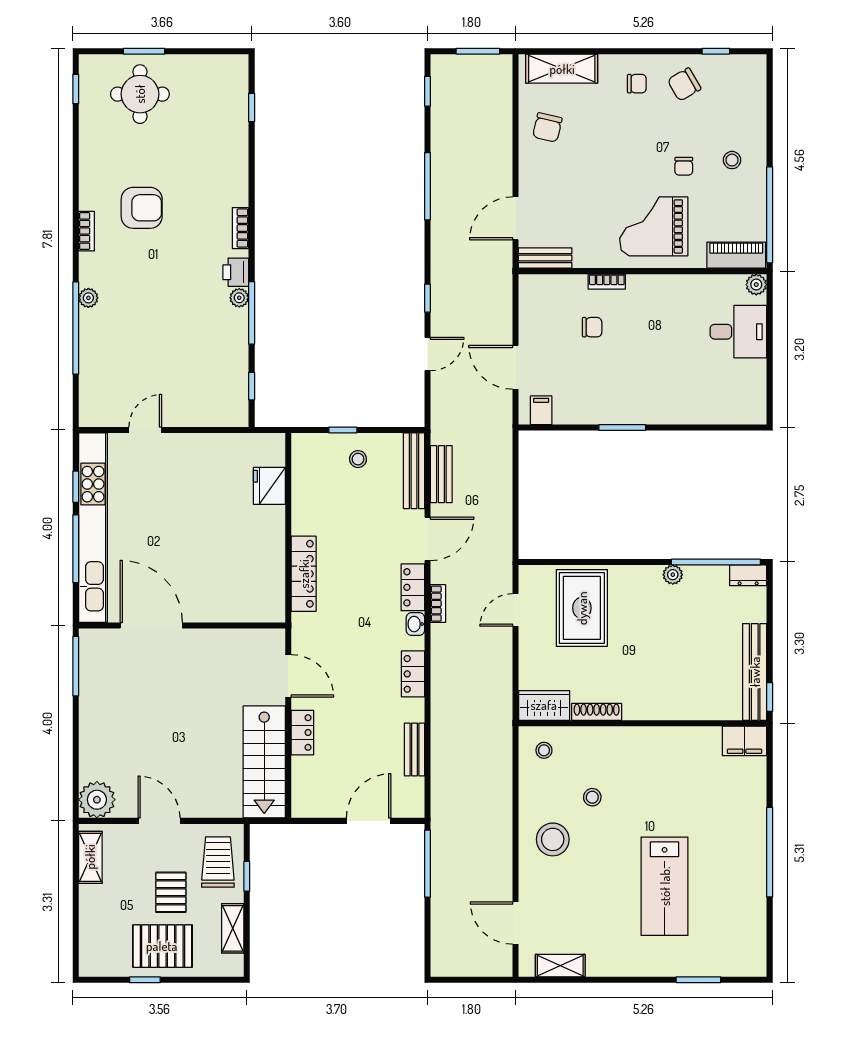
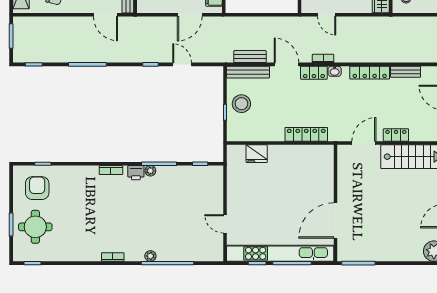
armchair: (142, 208) -> (37, 188), moved
stool: (358, 459) -> (241, 104), width x1.89, depth x1.89
locker: (413, 674) -> (370, 73), width x1.53

